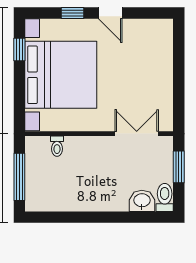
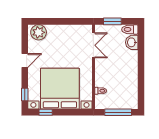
window: (73, 13) -> (25, 94), moved
plant: (160, 37) -> (39, 32), added
double door: (137, 134) -> (93, 45), swing flipped

